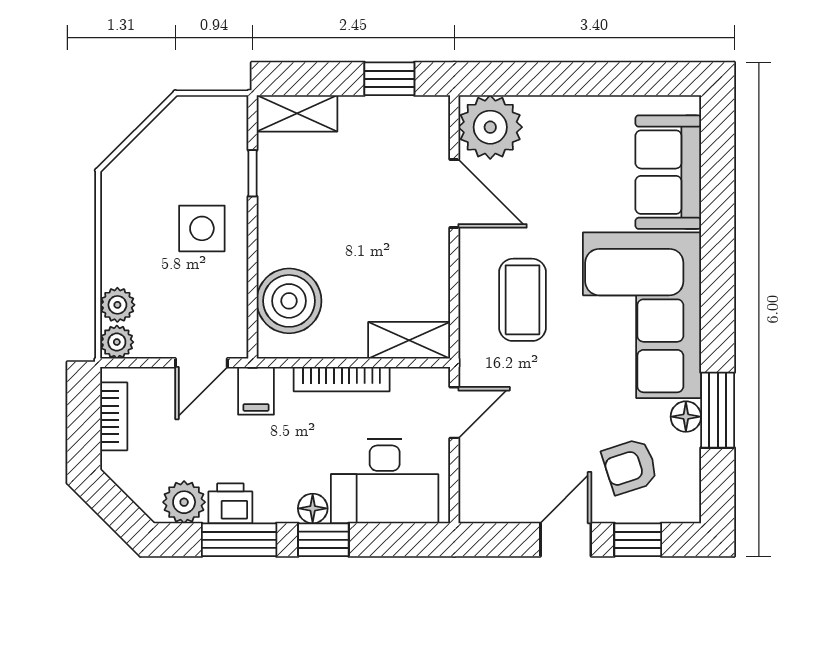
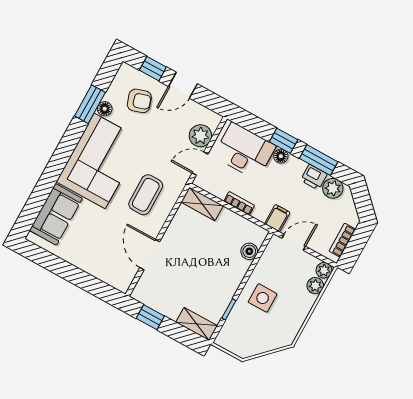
plant: (490, 127) -> (200, 136), moved, width x0.73, depth x0.73
boiler: (289, 301) -> (249, 251), width x0.54, depth x0.54
bookcase: (342, 379) -> (239, 203), width x0.64

